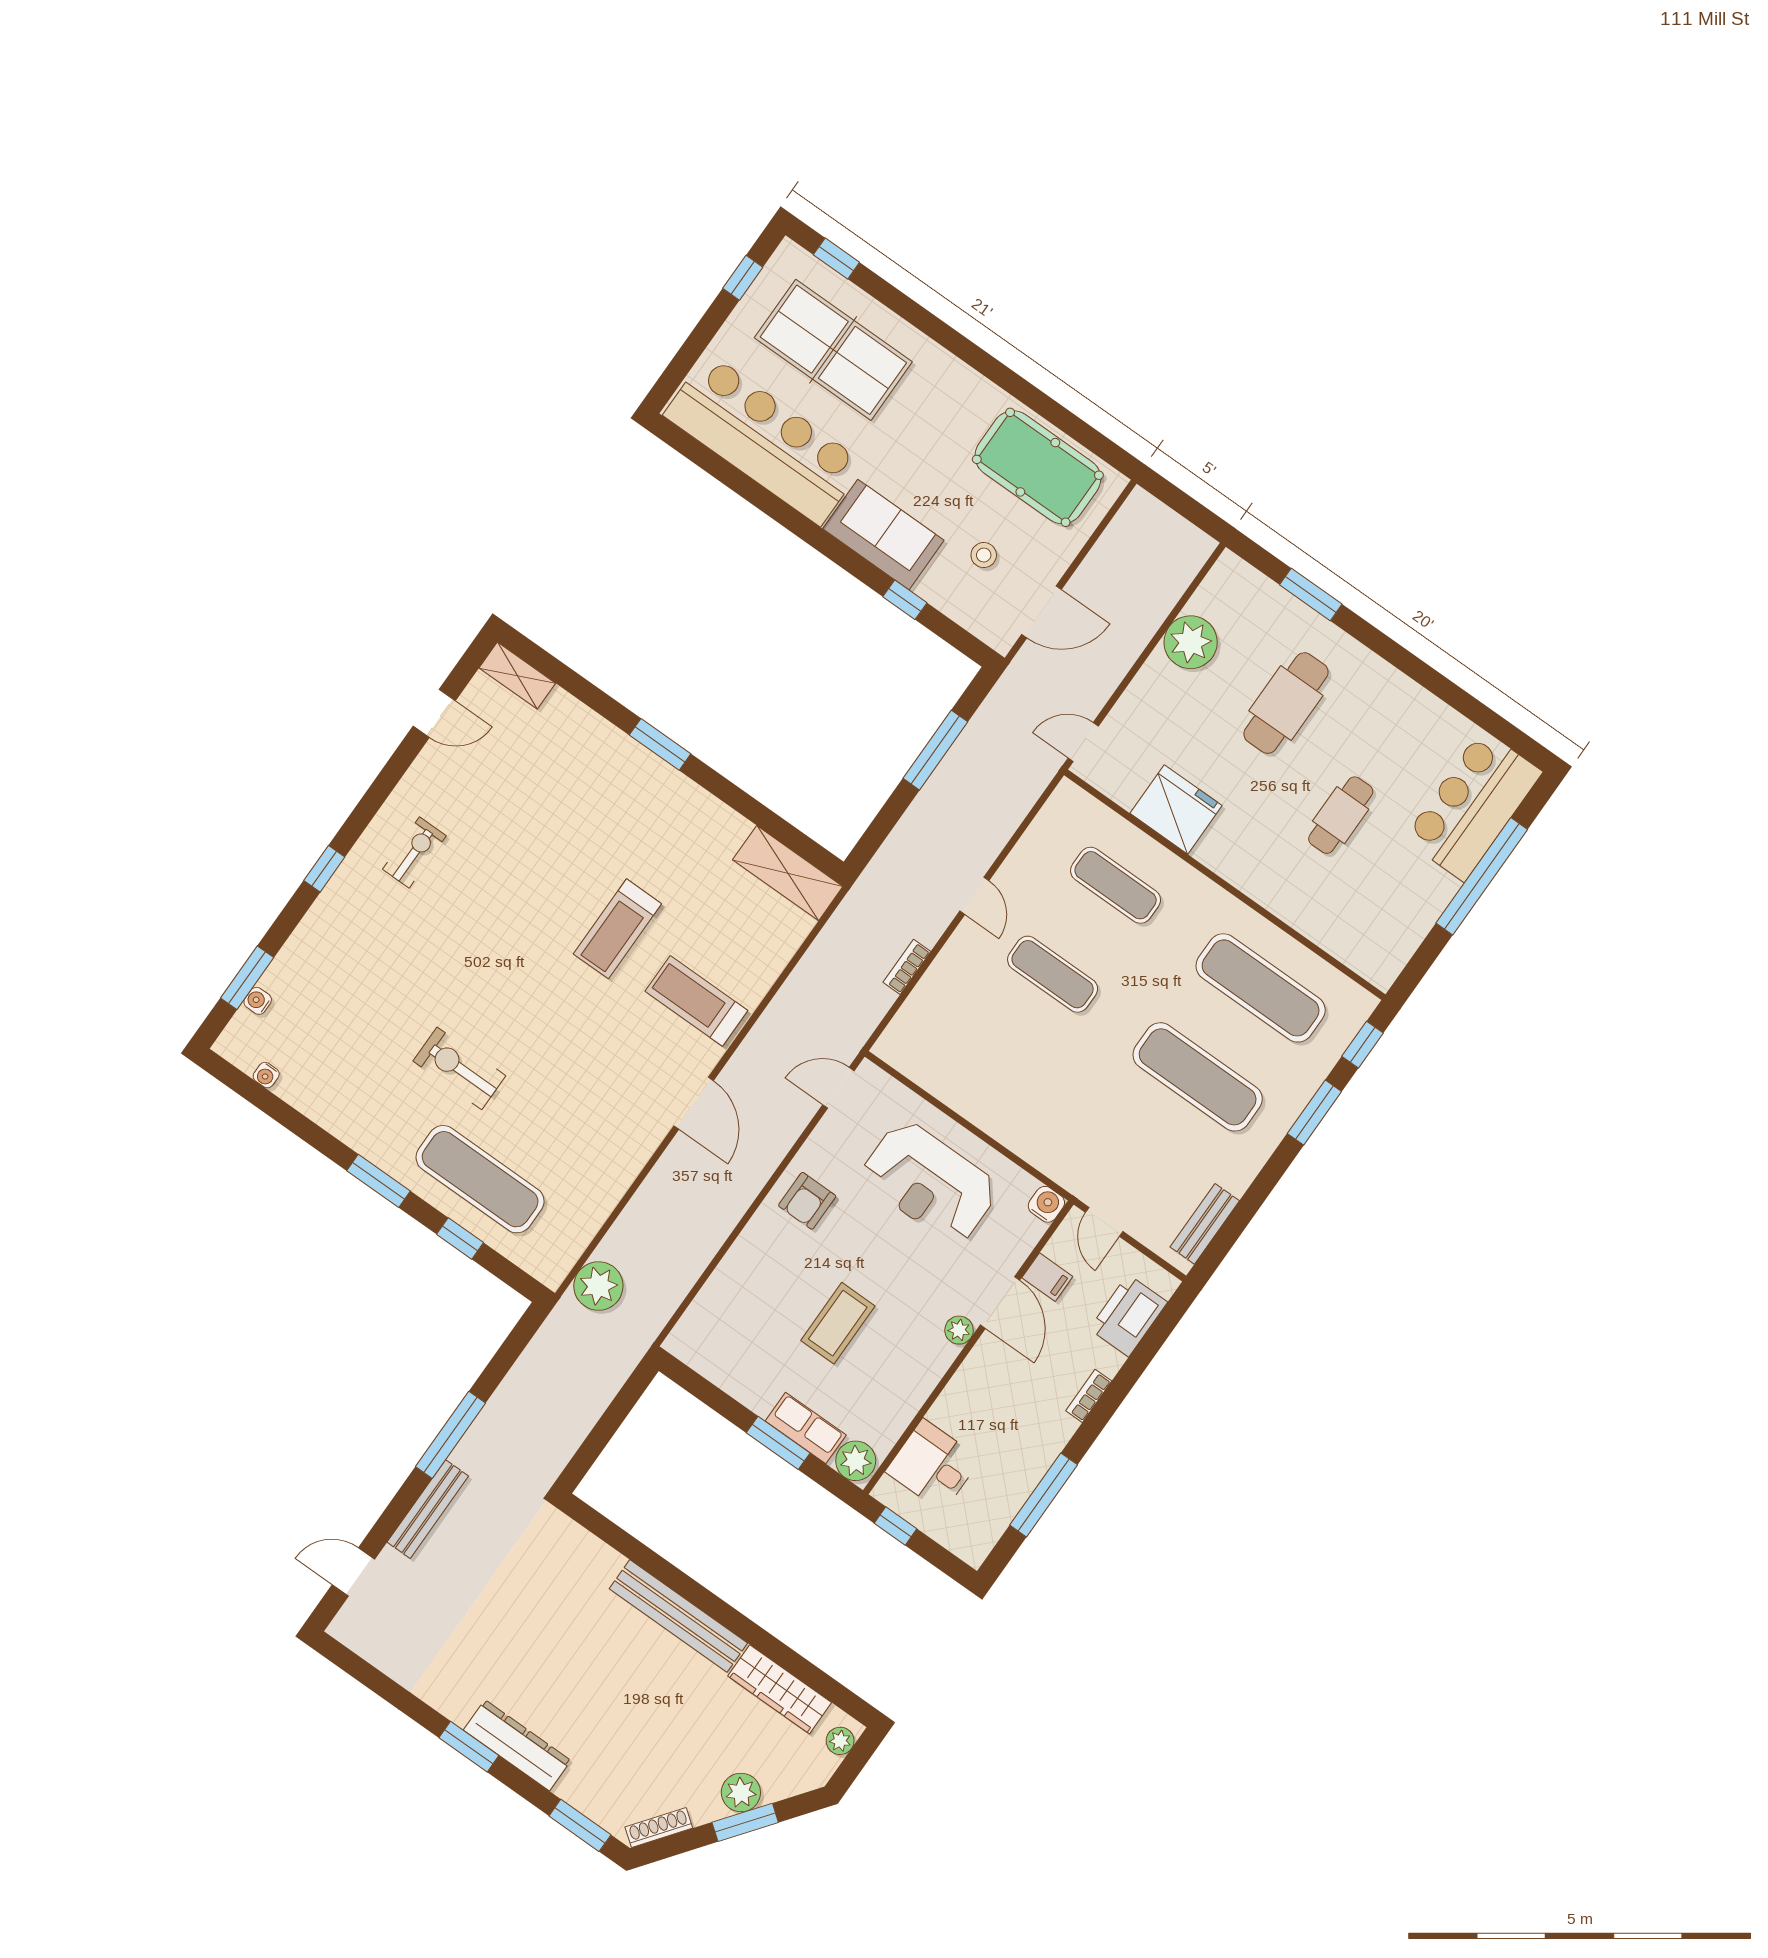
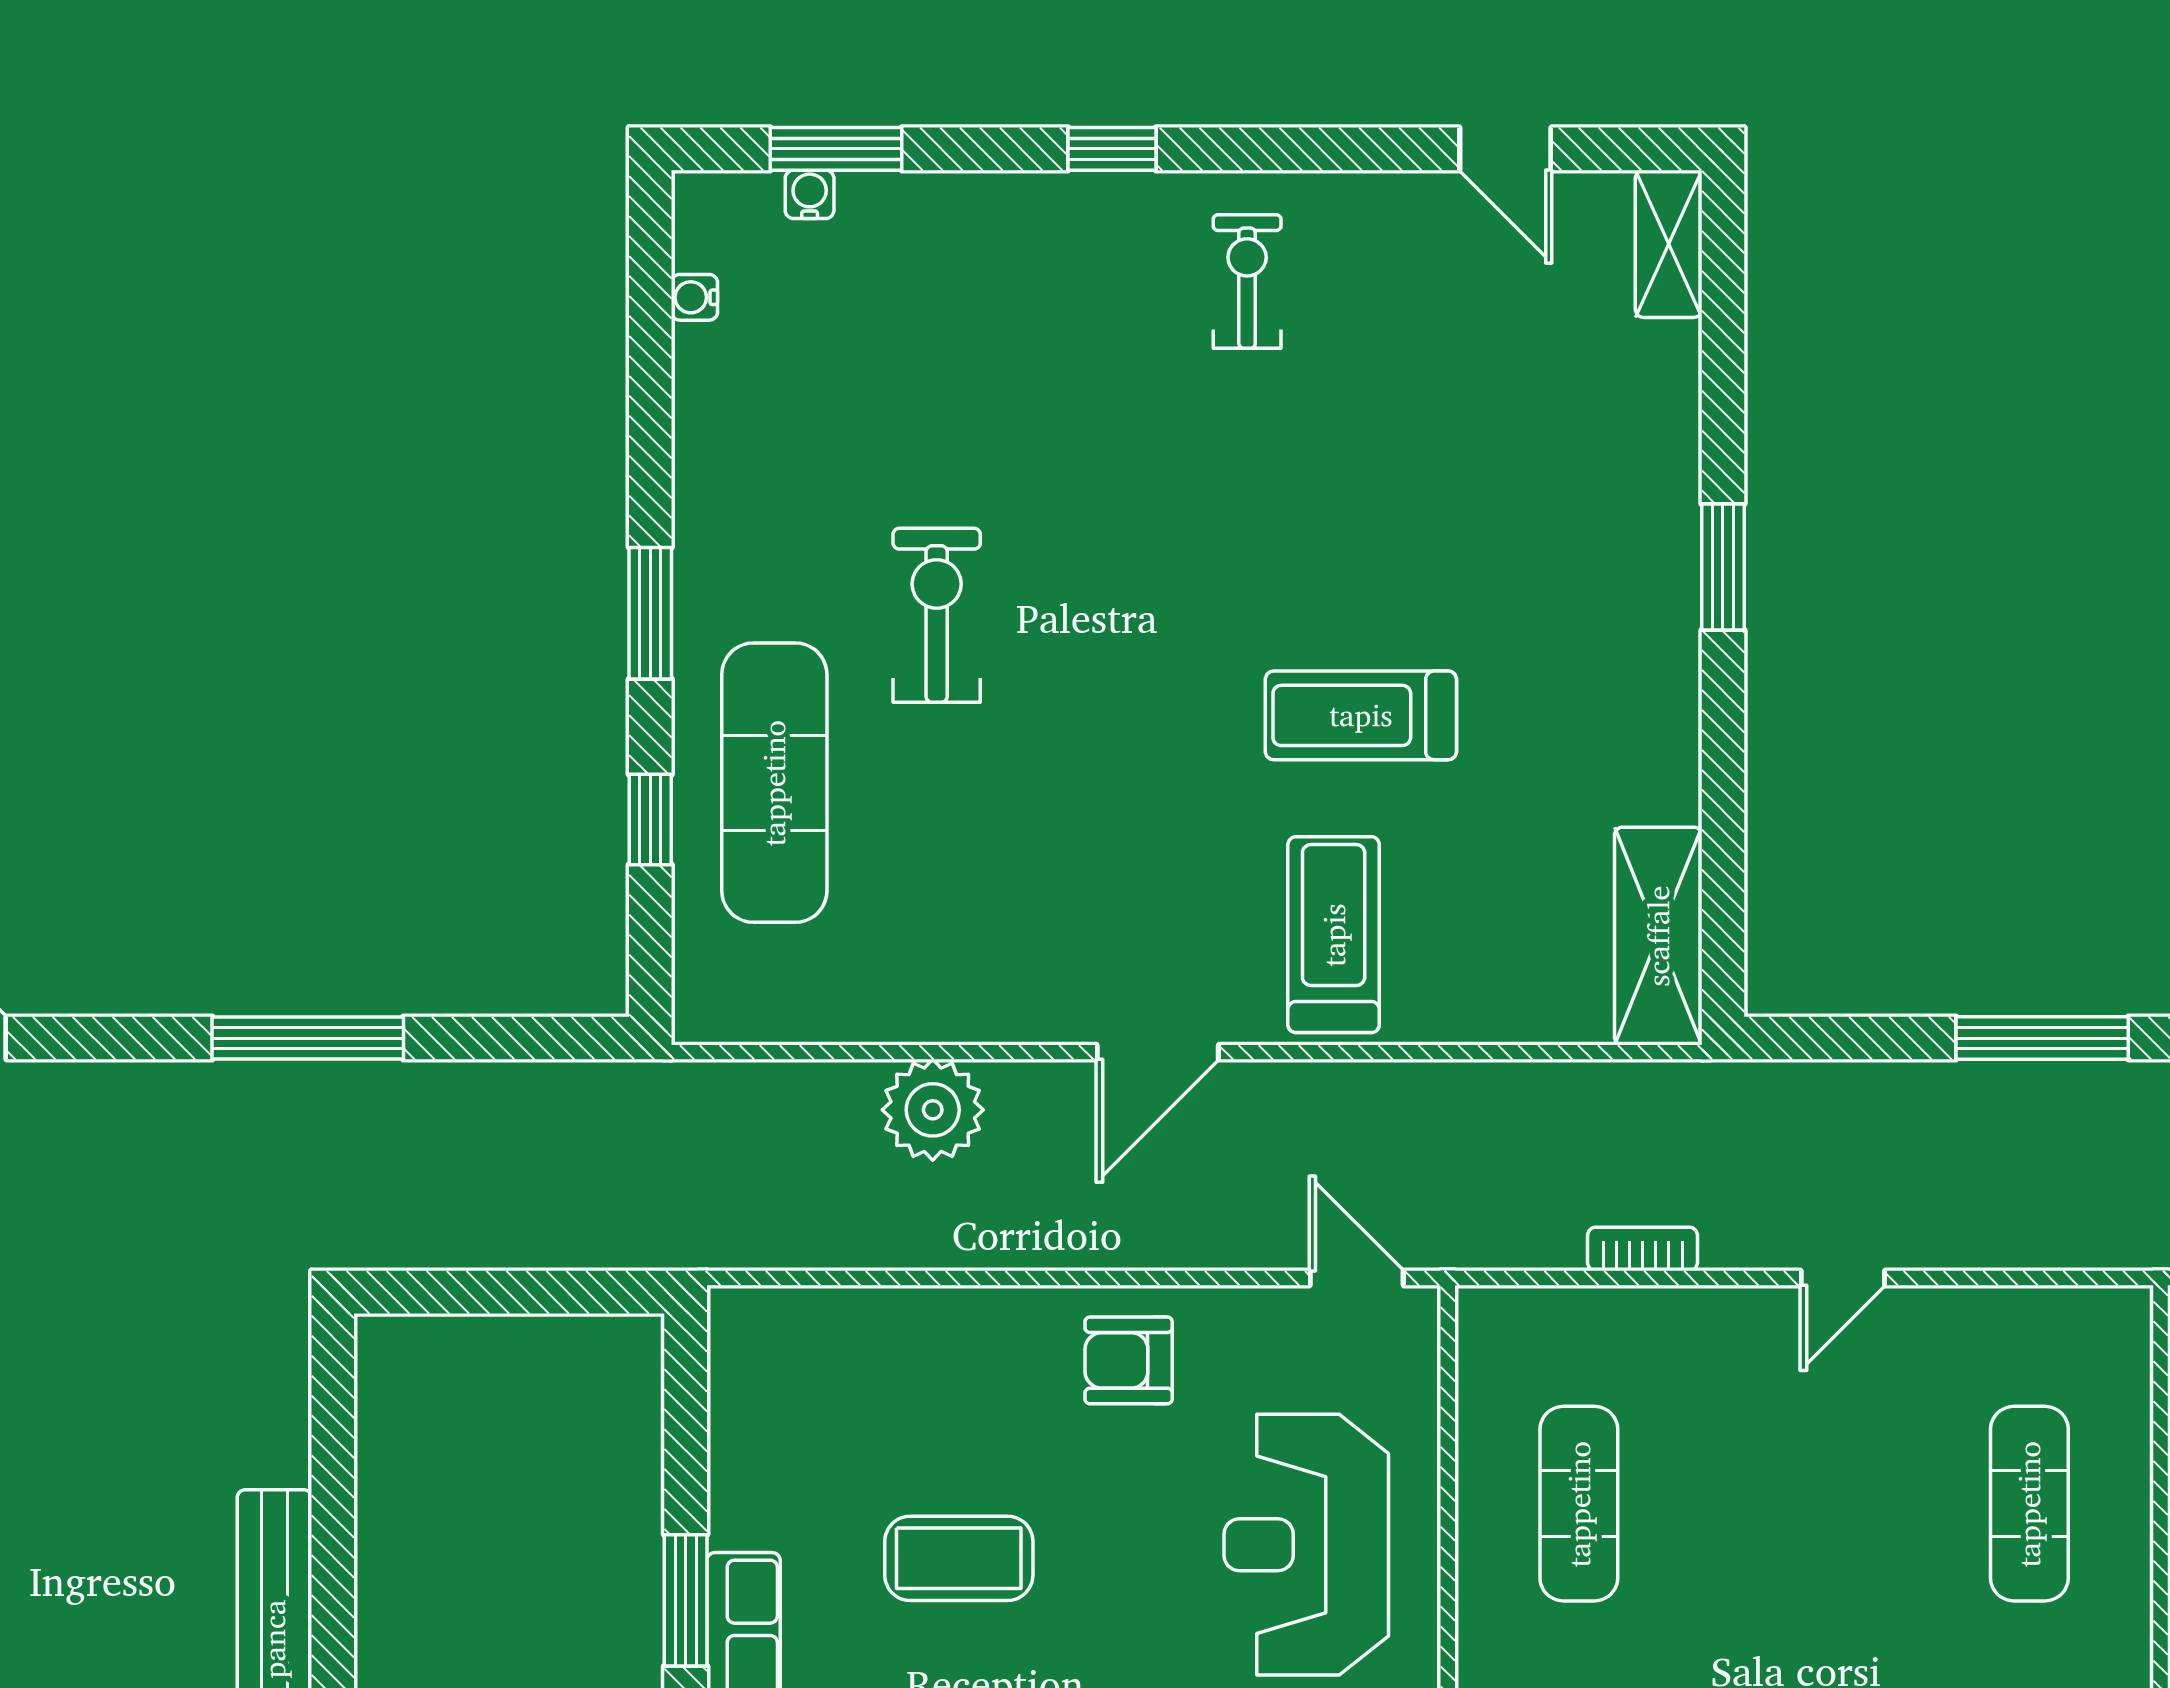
exercise bike: (414, 852) -> (1247, 281), turned -90
exercise mat: (1053, 974) -> (1579, 1504), moved
plant: (598, 1286) -> (933, 1110), moved
bench: (428, 1509) -> (155, 1089), removed

